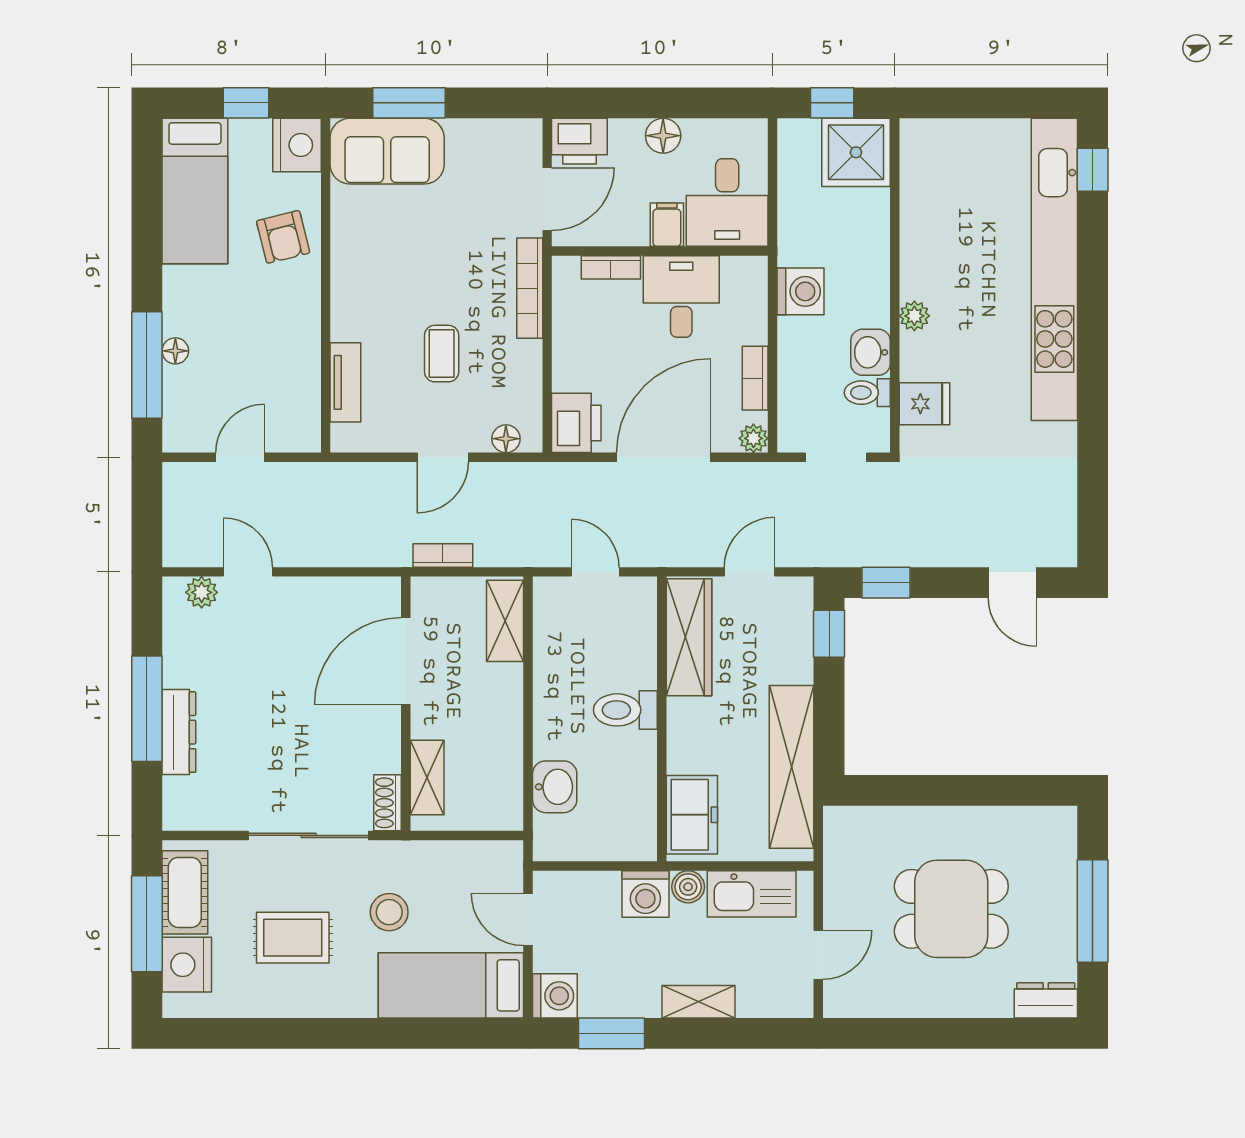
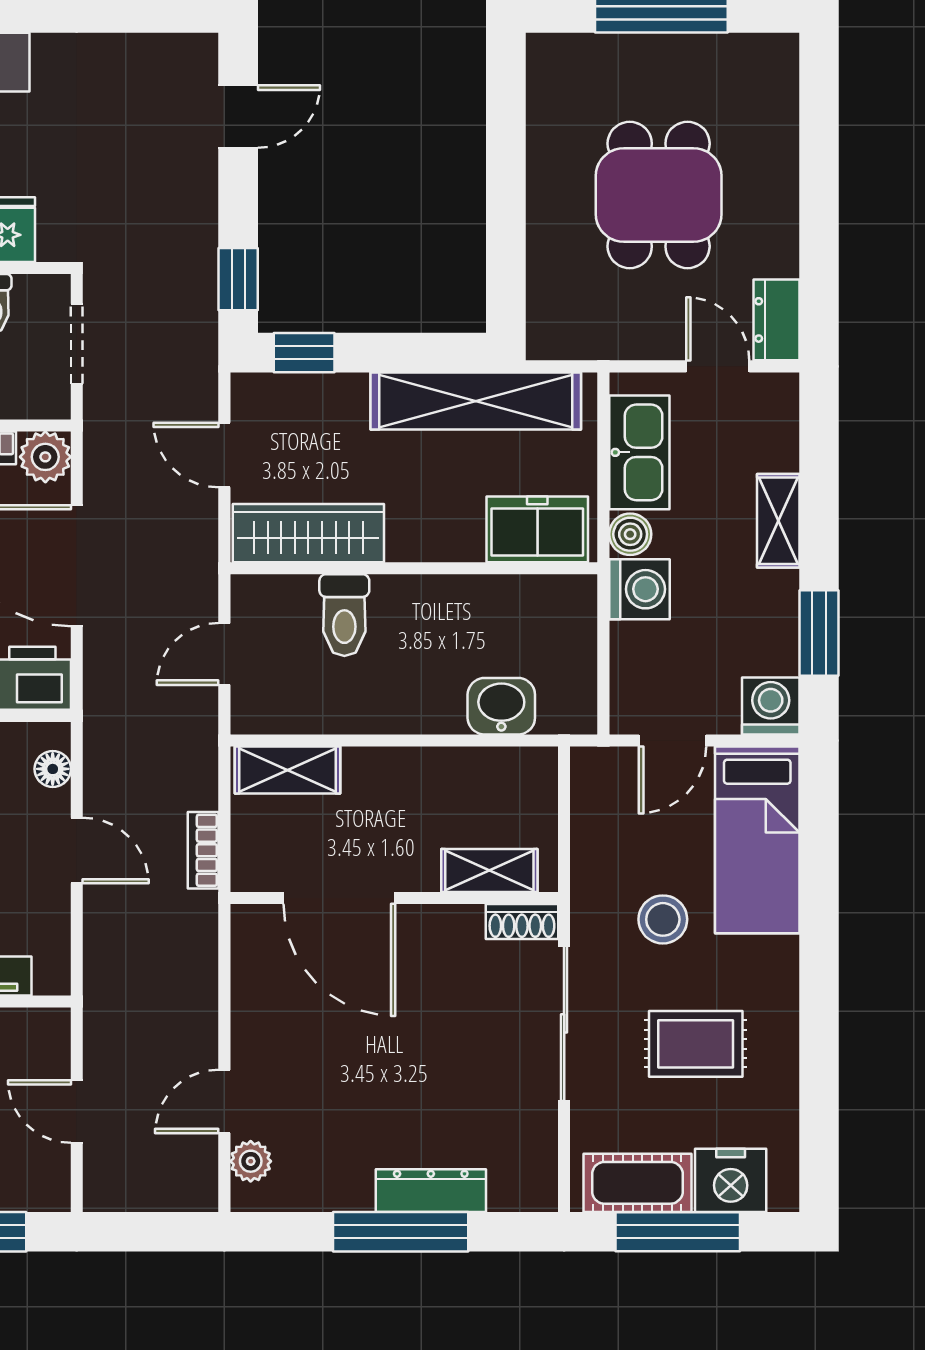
plant: (753, 438) -> (45, 457), width x1.38, depth x1.38
toilet: (625, 710) -> (344, 615), moved
rug: (293, 938) -> (696, 1044), turned 90
dresser: (1046, 1000) -> (776, 320), moved

